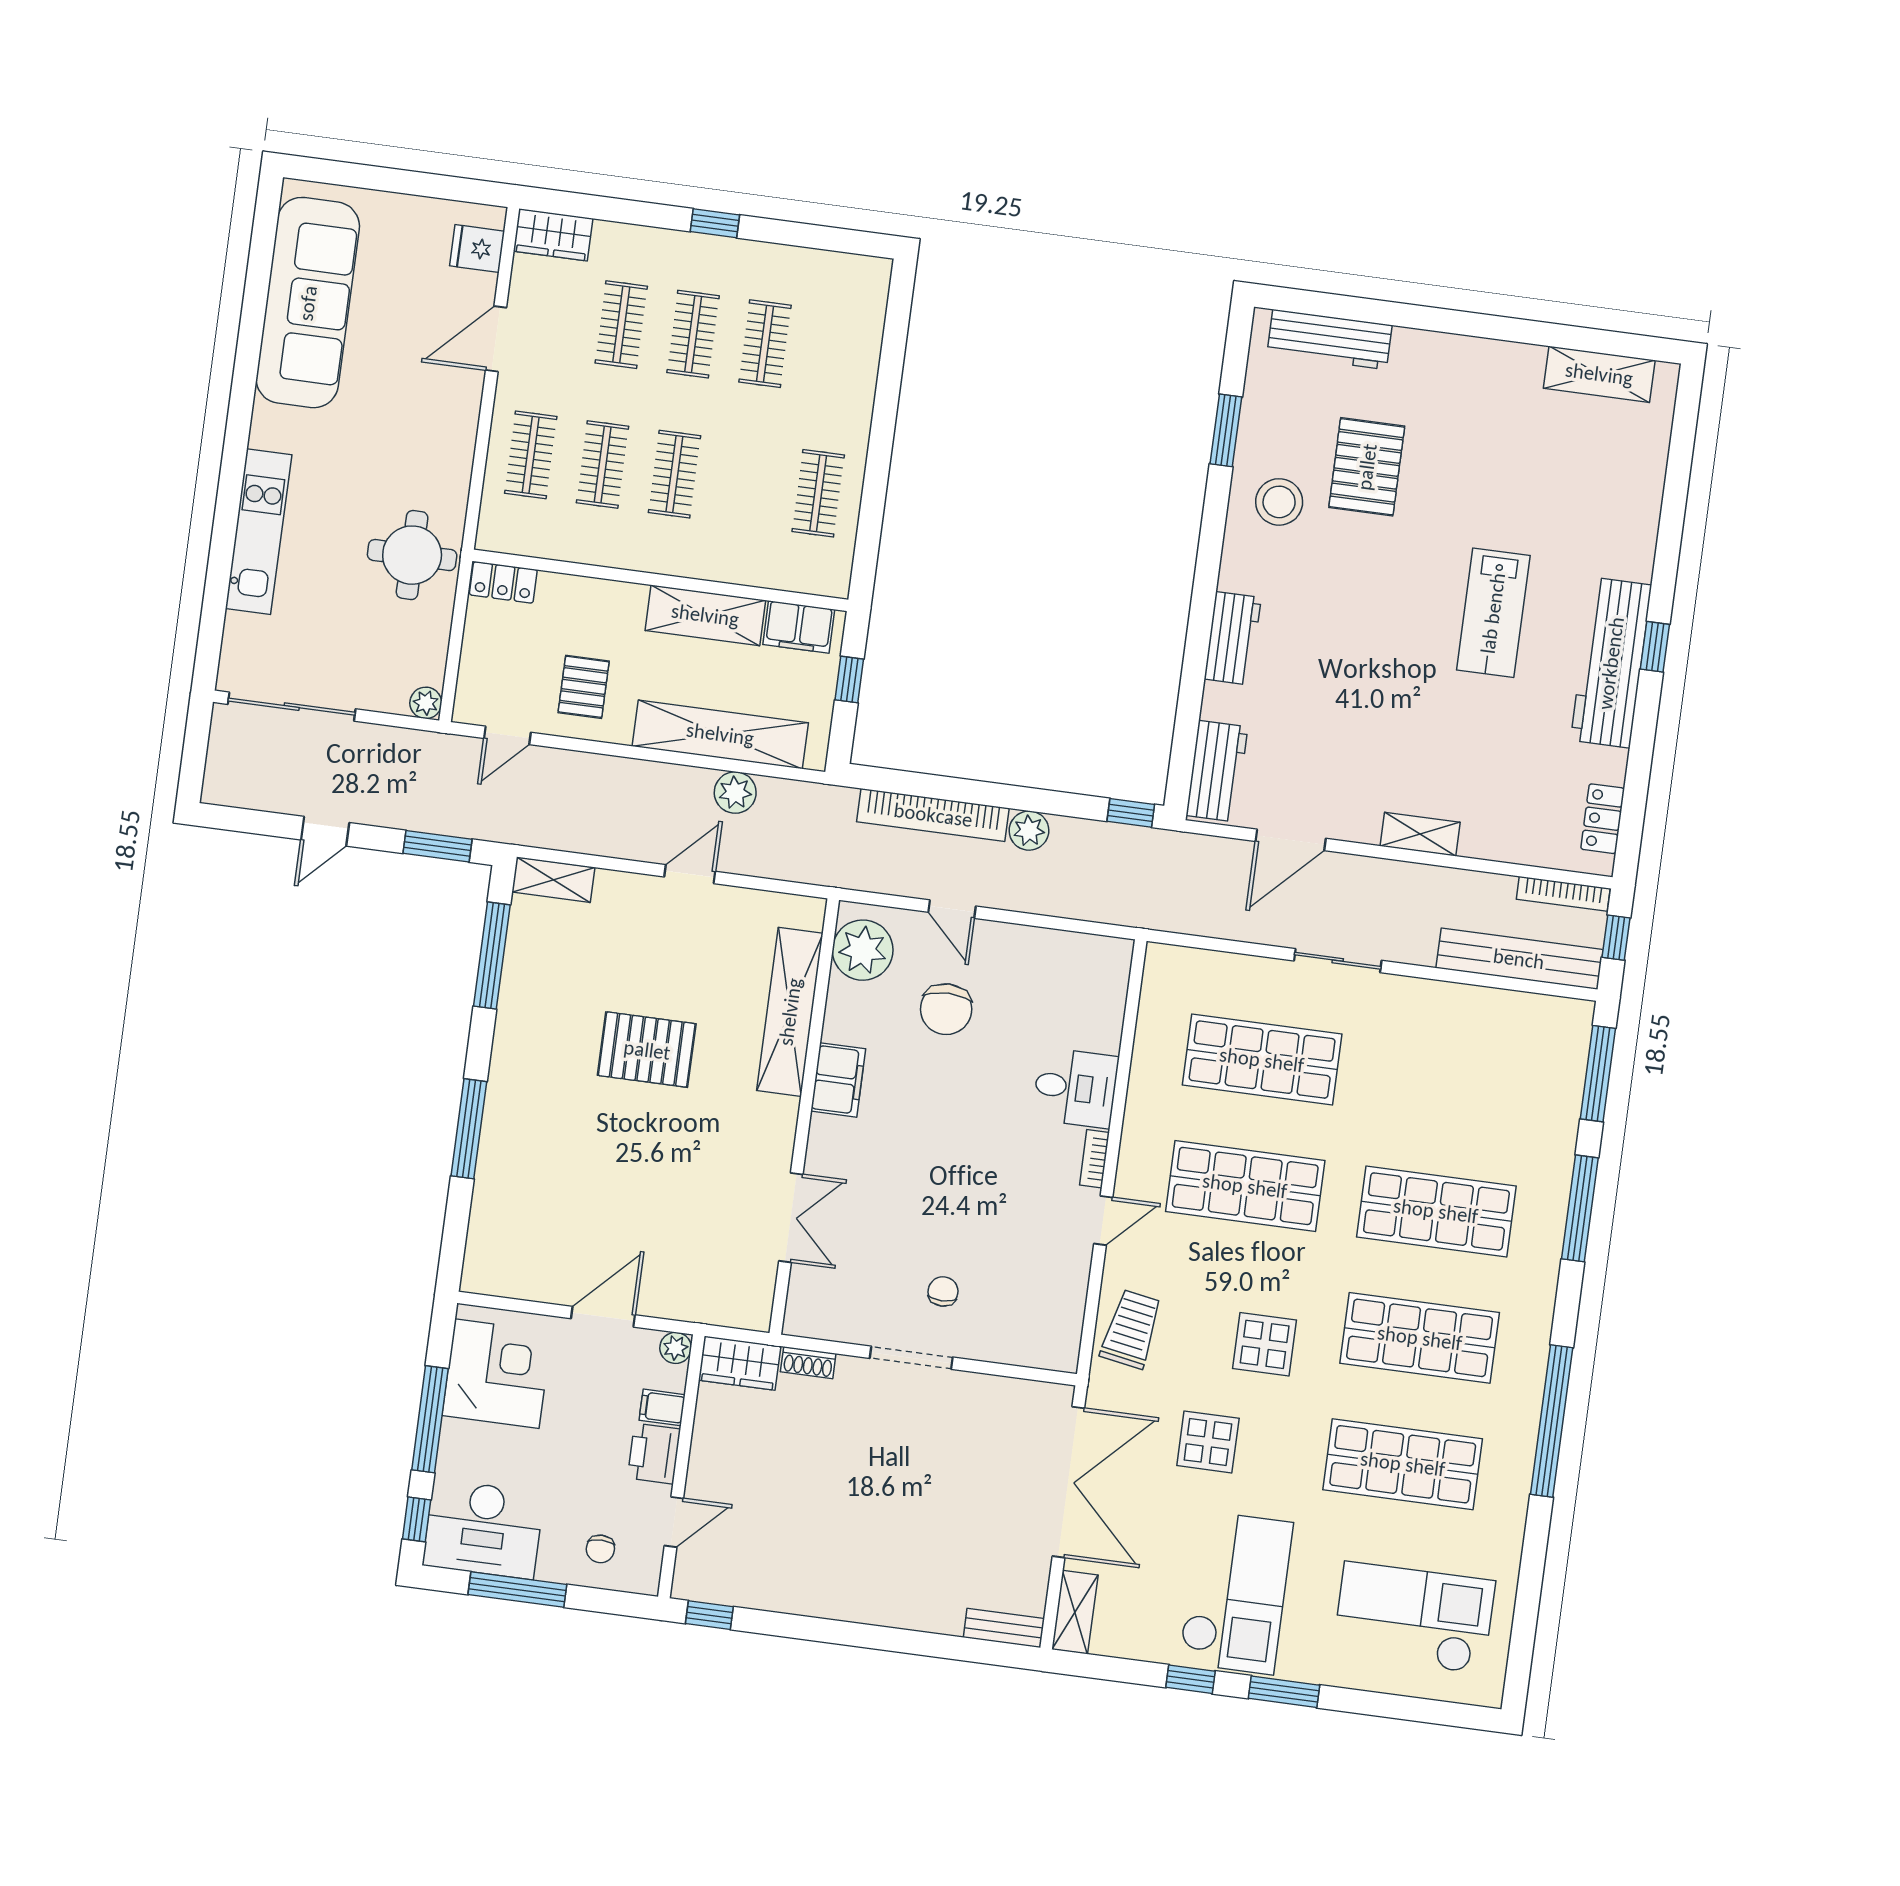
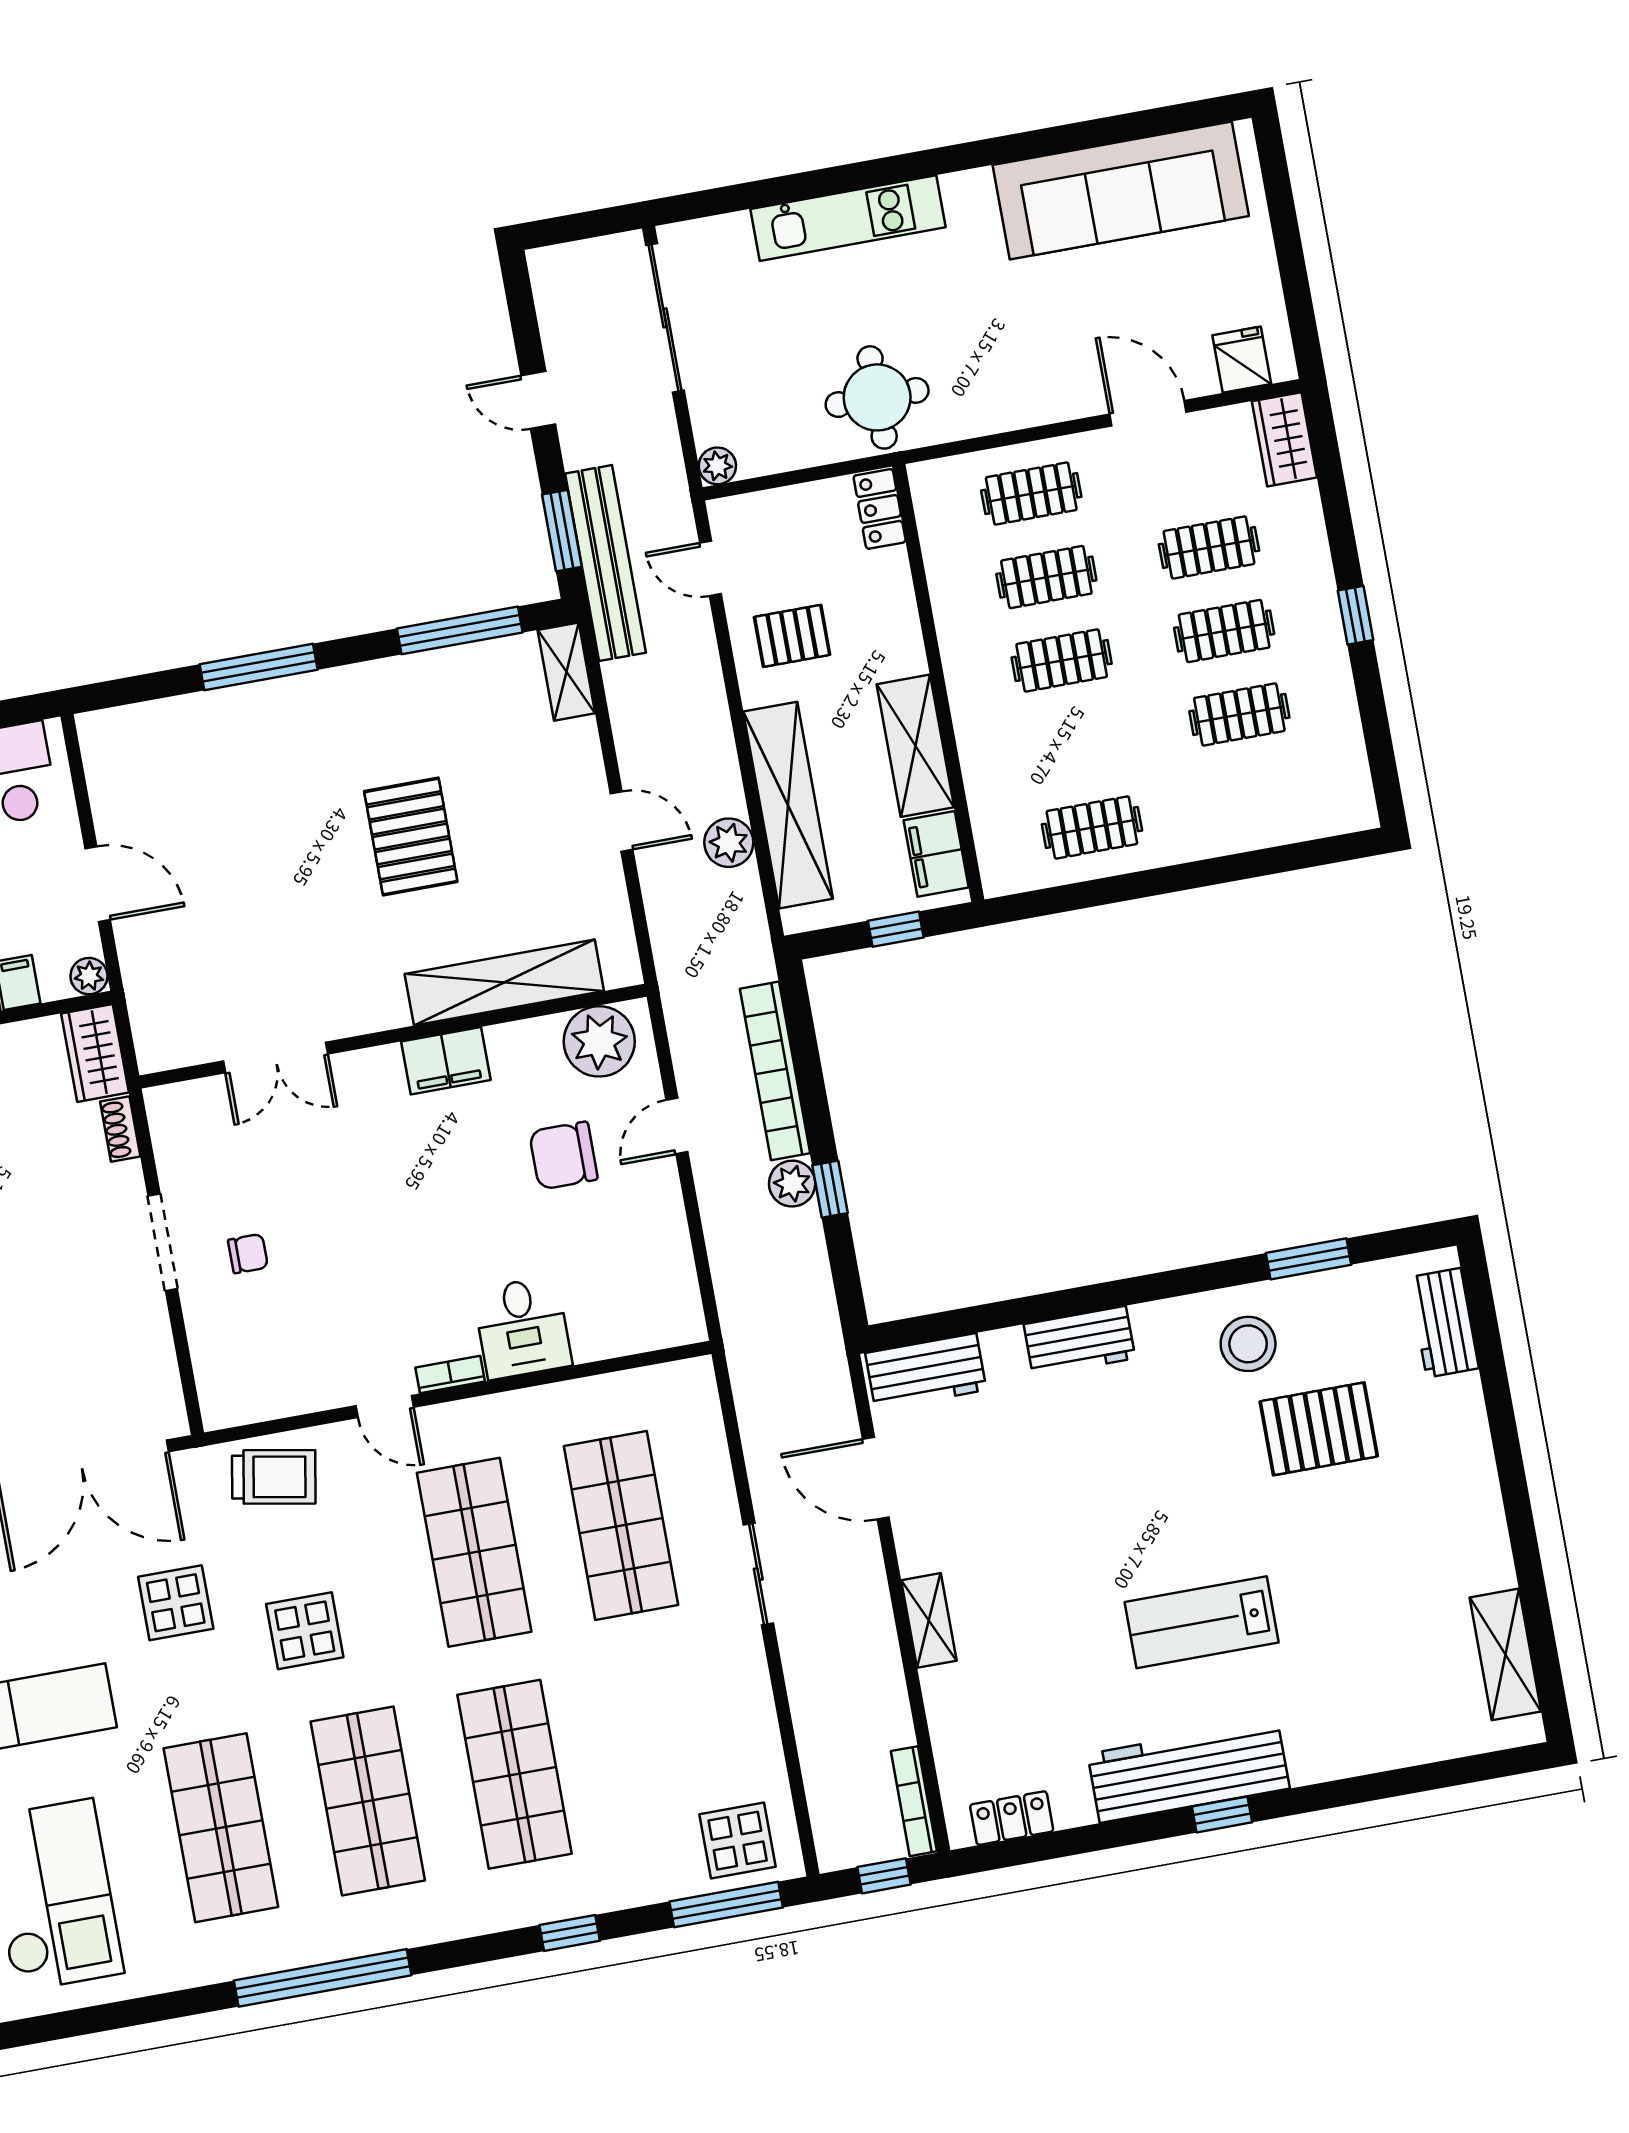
workbench: (1330, 339) -> (1444, 1323), width x0.73
window: (1131, 813) -> (830, 1189), moved
bench: (1519, 959) -> (605, 563), moved
display table: (1549, 1048) -> (738, 1841), added
window: (1580, 1208) -> (570, 1933), width x0.46

